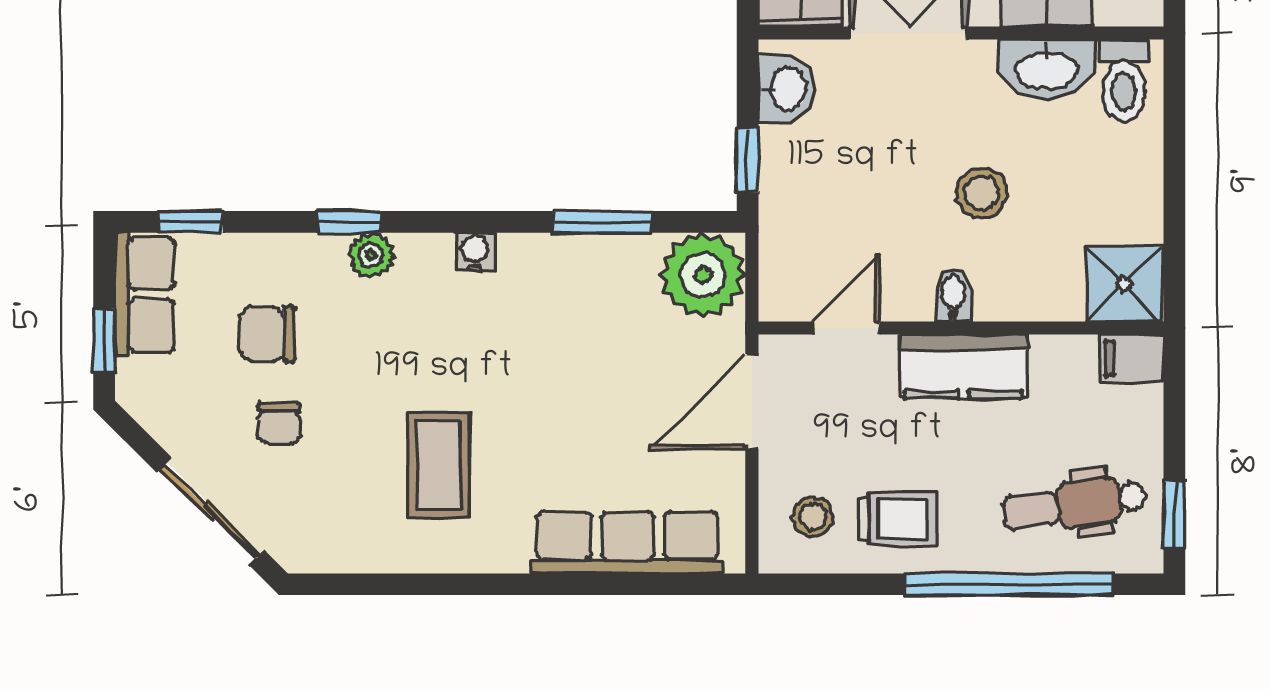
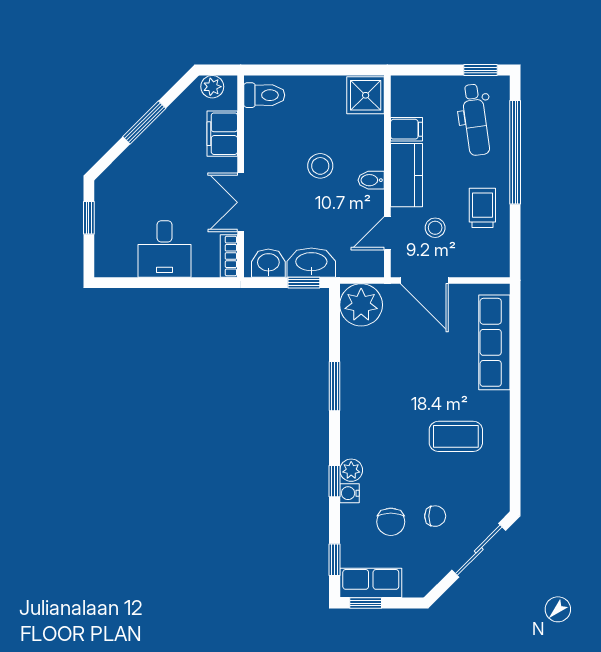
washbasin: (1046, 69) -> (311, 263), moved, turned -90
window: (602, 222) -> (335, 386), moved
water cooler: (475, 252) -> (350, 493), moved
door: (847, 328) -> (387, 233), hinge flipped
window: (104, 340) -> (366, 603), moved
filing cabinet: (1132, 358) -> (407, 129), moved, turned -90
stool: (813, 517) -> (435, 228), moved

